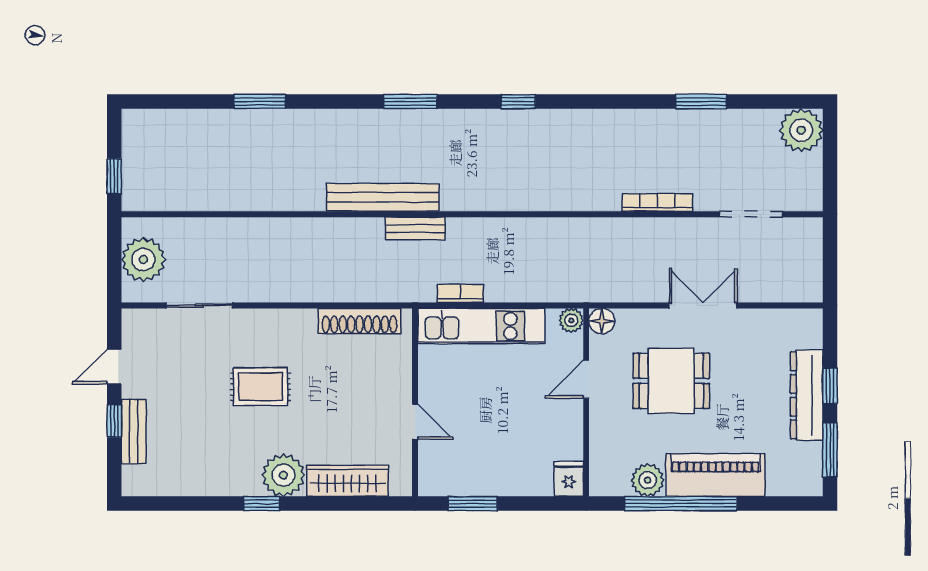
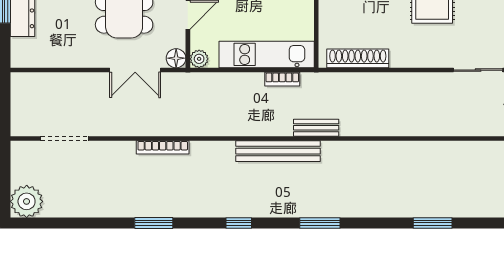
window: (701, 102) -> (154, 223), moved
bench: (383, 197) -> (278, 151), moved
bookcase: (657, 202) -> (163, 147), moved
double door: (703, 305) -> (135, 70), moved

